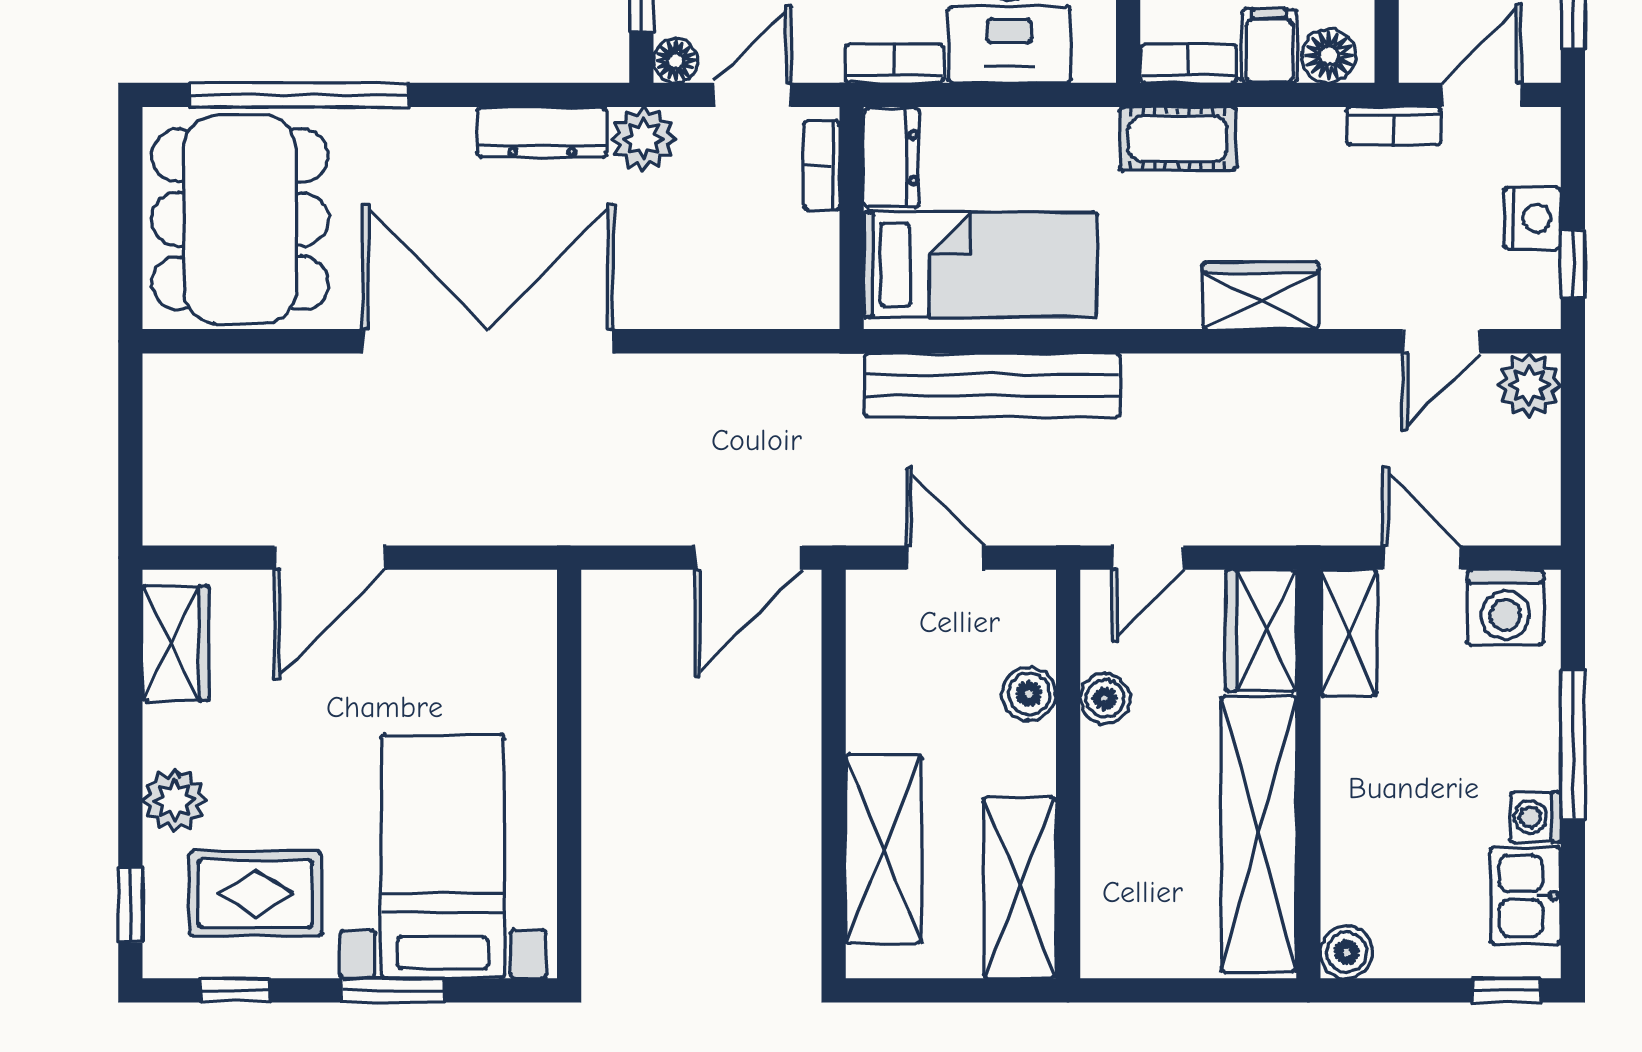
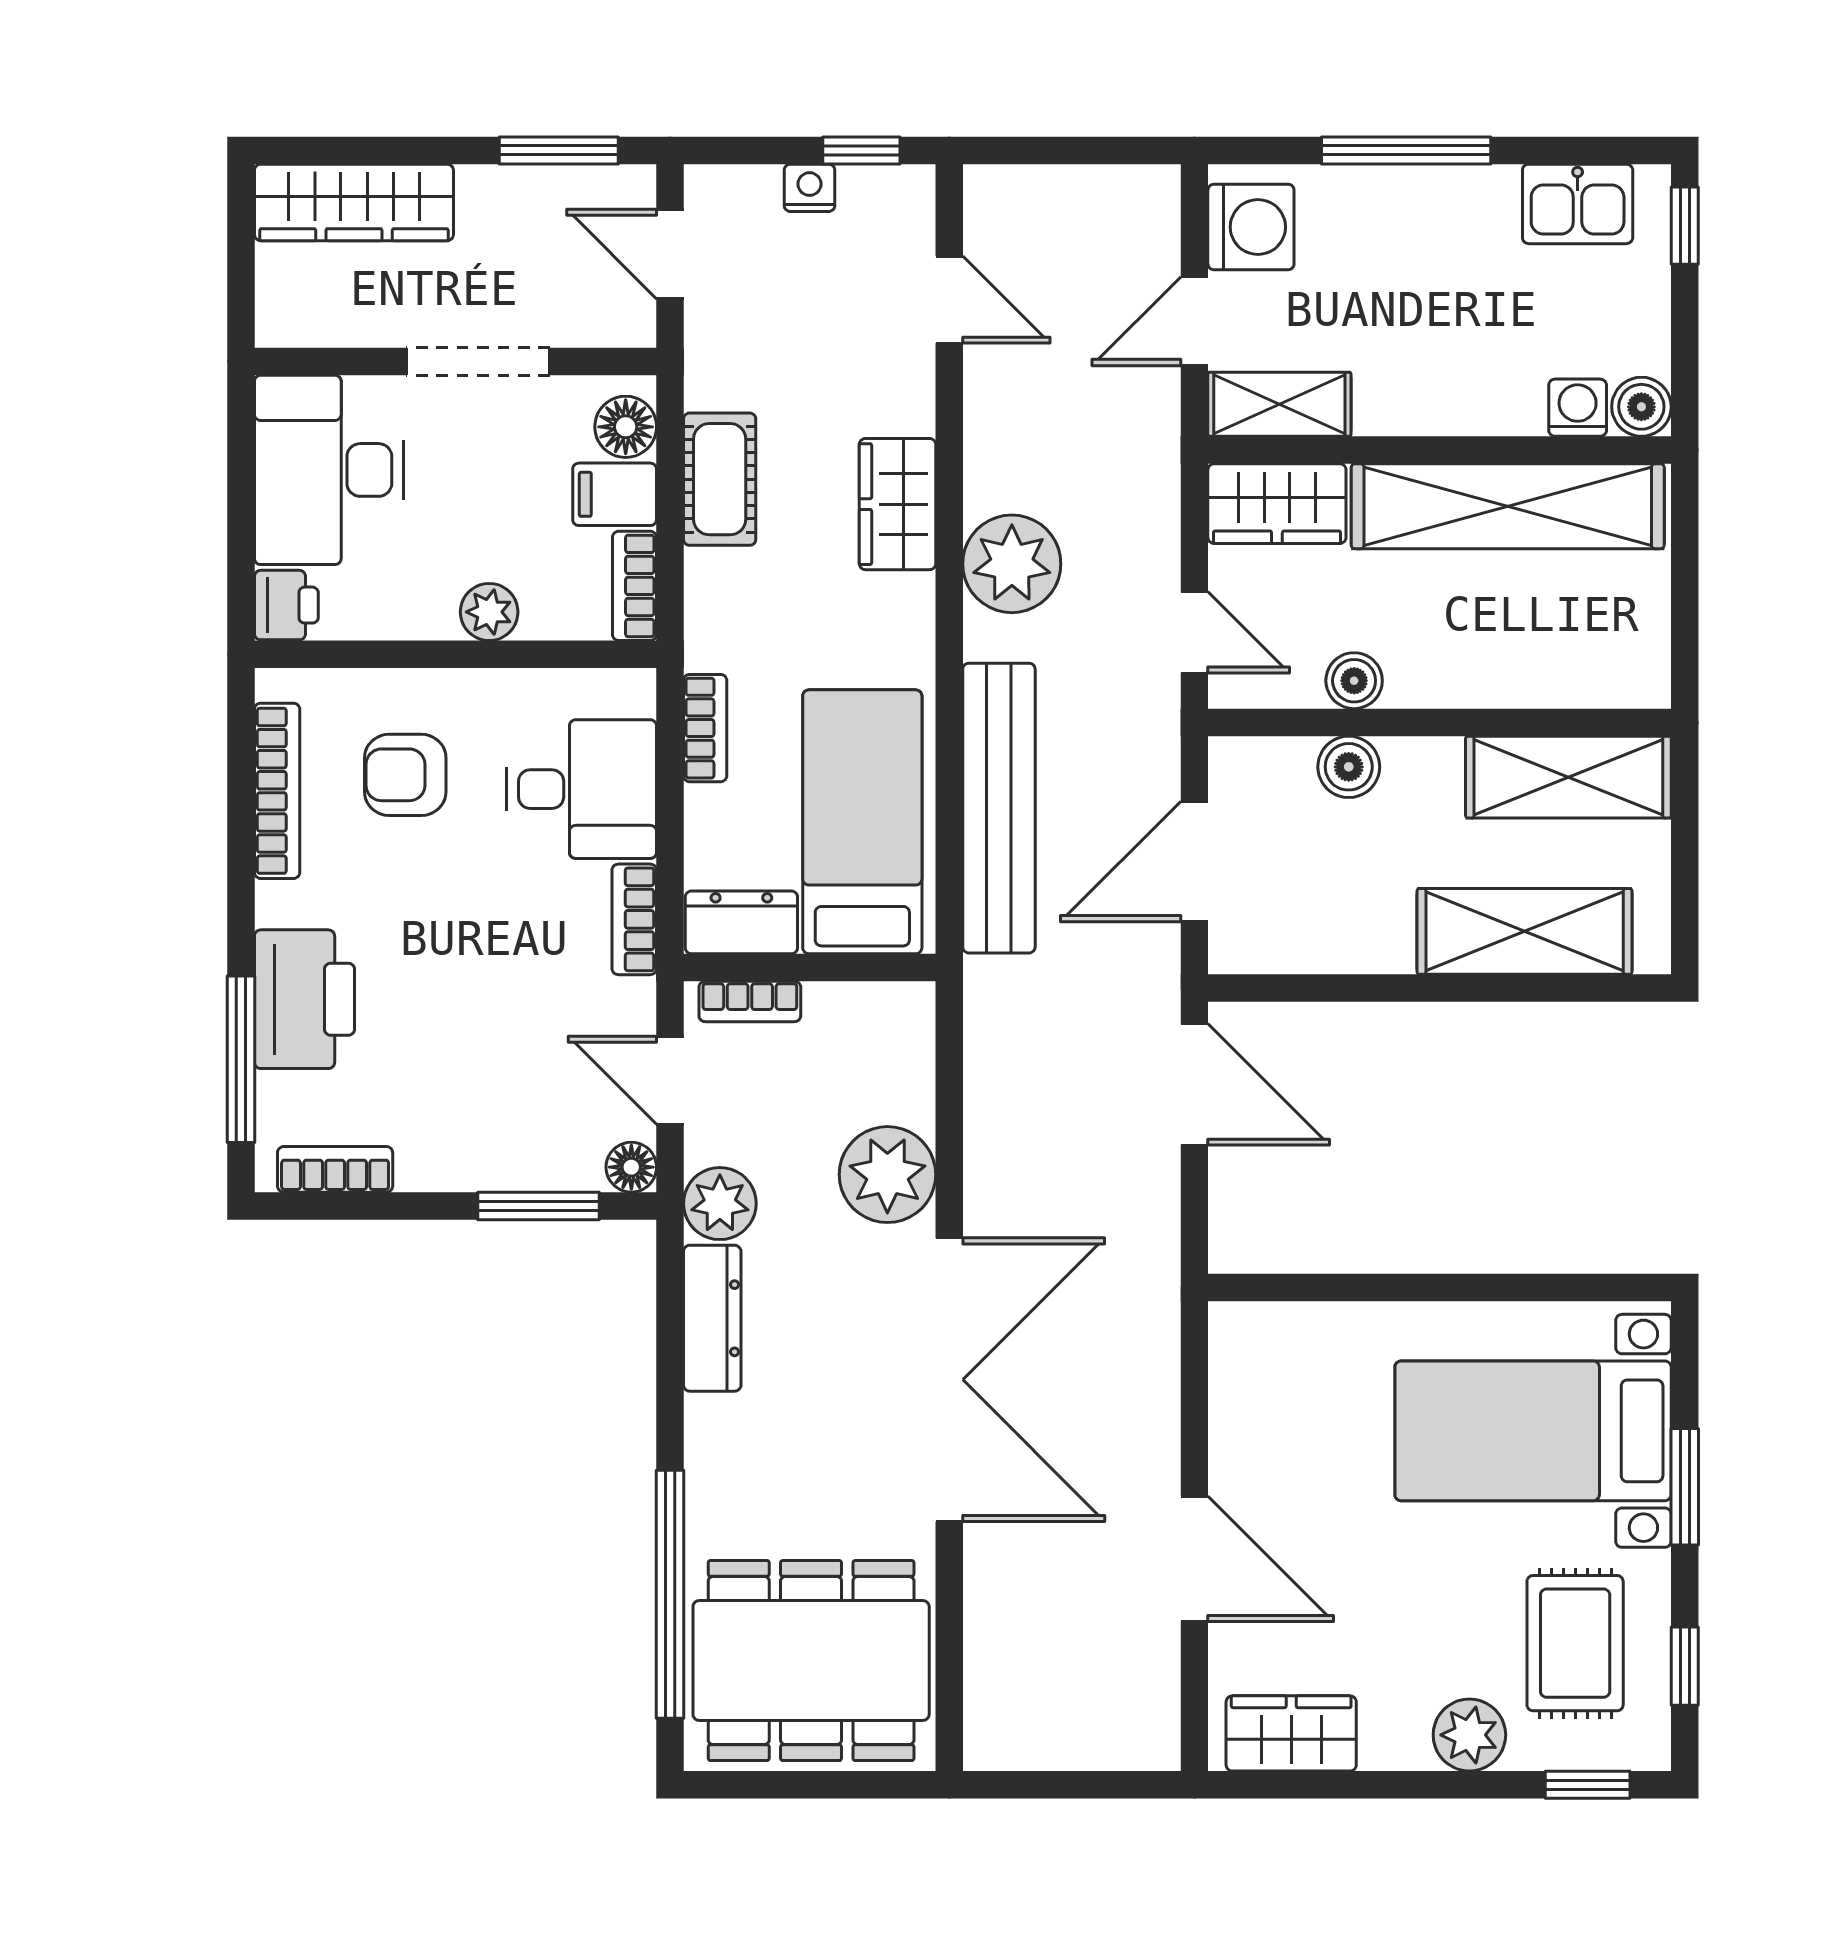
bookcase: (1394, 126) -> (705, 728), moved
cot: (1178, 139) -> (720, 479), moved
nightstand: (1532, 218) -> (810, 188), width x0.72, depth x0.74
plant: (669, 287) -> (887, 1175), added
double door: (488, 341) -> (949, 1380), swing flipped
plant: (1529, 385) -> (1012, 564), moved, width x1.36, depth x1.36
door: (945, 558) -> (1194, 862), width x1.38
washing machine: (1536, 817) -> (1578, 408), moved, turned 180

